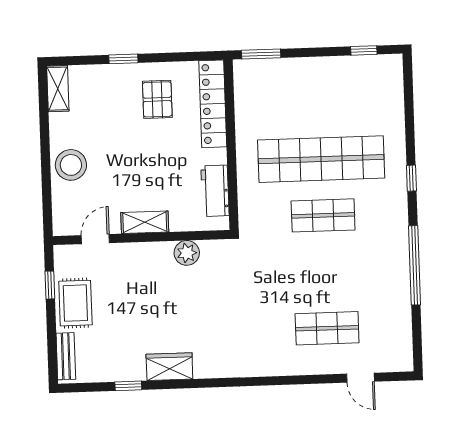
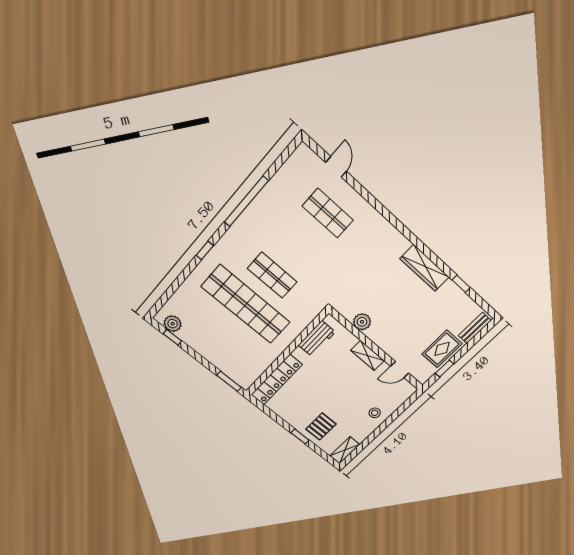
plant: (377, 67) -> (173, 324), added
pallet: (157, 99) -> (321, 427), moved
stool: (71, 165) -> (375, 413), width x0.53, depth x0.53
wardrobe: (169, 367) -> (425, 268), width x1.50

